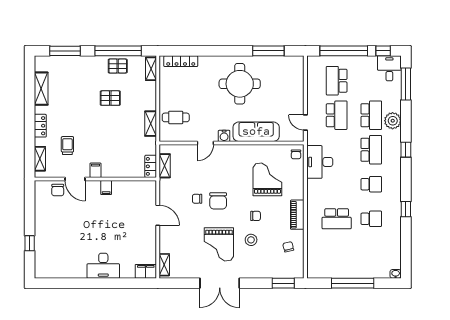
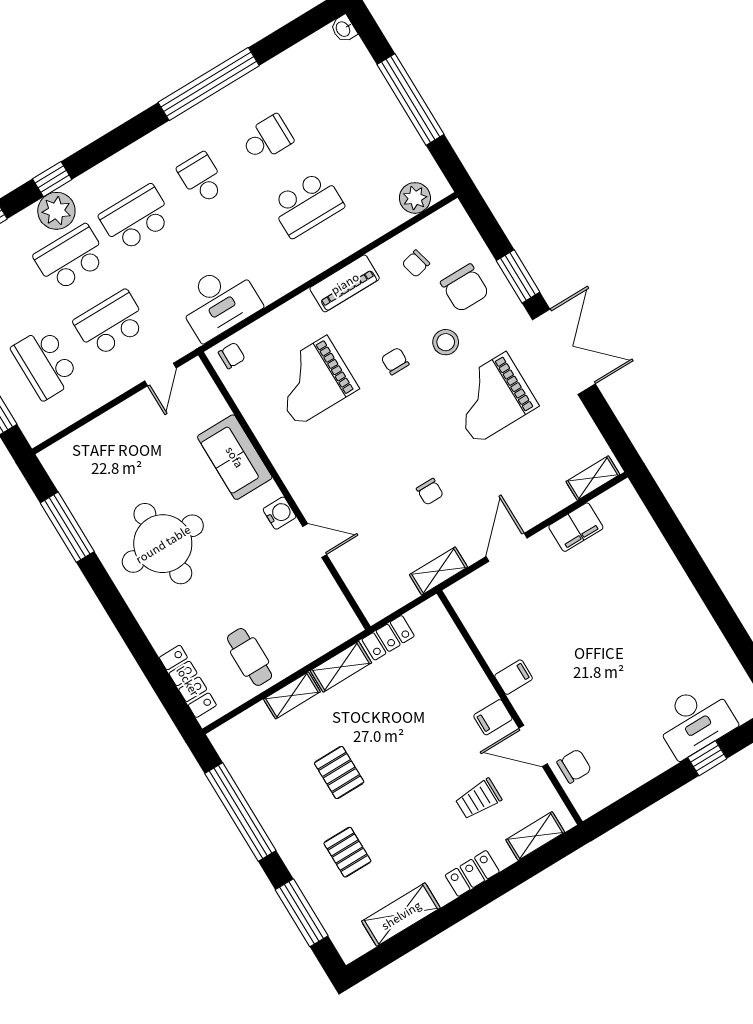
pallet: (118, 66) -> (347, 852), moved
shelving: (151, 69) -> (292, 695), moved
school desk: (337, 81) -> (45, 363), turned 90
cafe table: (176, 117) -> (250, 657), moved
sofa: (256, 132) -> (235, 457), width x0.73
window: (406, 150) -> (52, 179), moved
locker: (151, 166) -> (388, 638), moved
shelving: (165, 166) -> (438, 571), moved
door: (75, 179) -> (533, 746), swing flipped
chair: (218, 201) -> (465, 288), moved, turned 90
window: (406, 209) -> (209, 84), width x3.17
school desk: (337, 219) -> (307, 204), turned 90
school desk: (371, 219) -> (267, 138), turned 90
grand piano: (219, 244) -> (491, 398), turned 180
plant: (314, 262) -> (415, 198), added
desk: (103, 266) -> (695, 720), moved, turned 90
filing cabinet: (146, 271) -> (576, 527), moved, turned -90
window: (283, 283) -> (518, 276), moved

